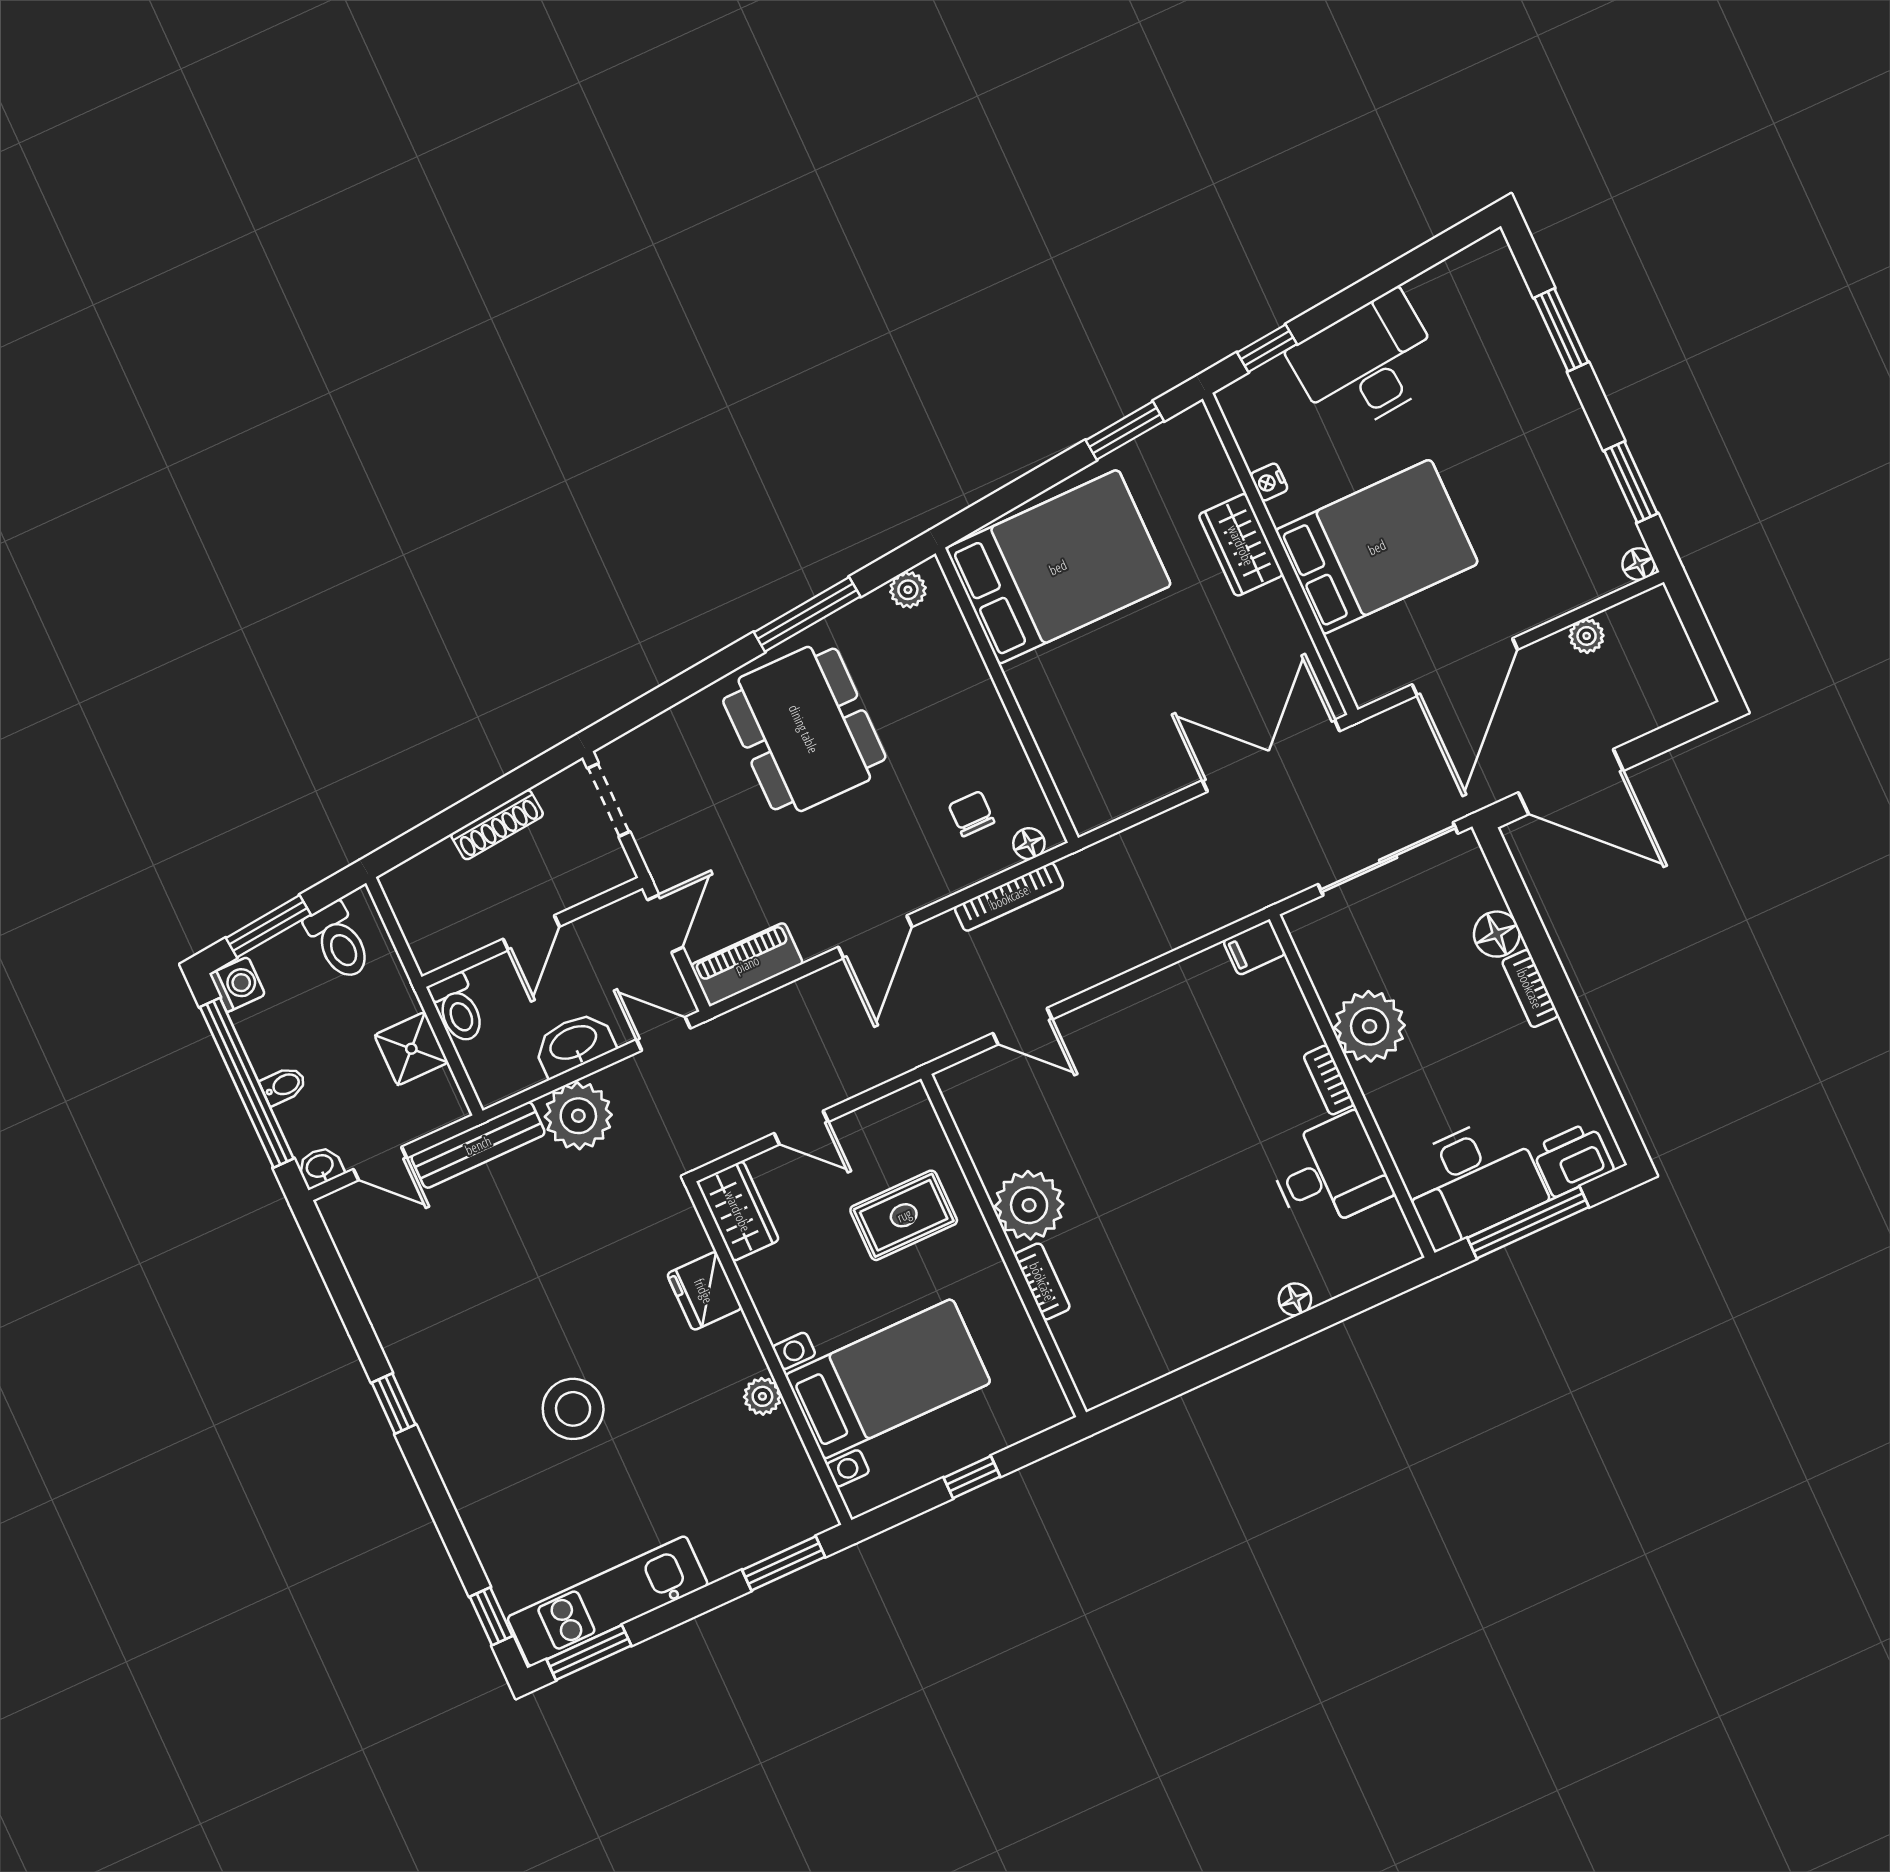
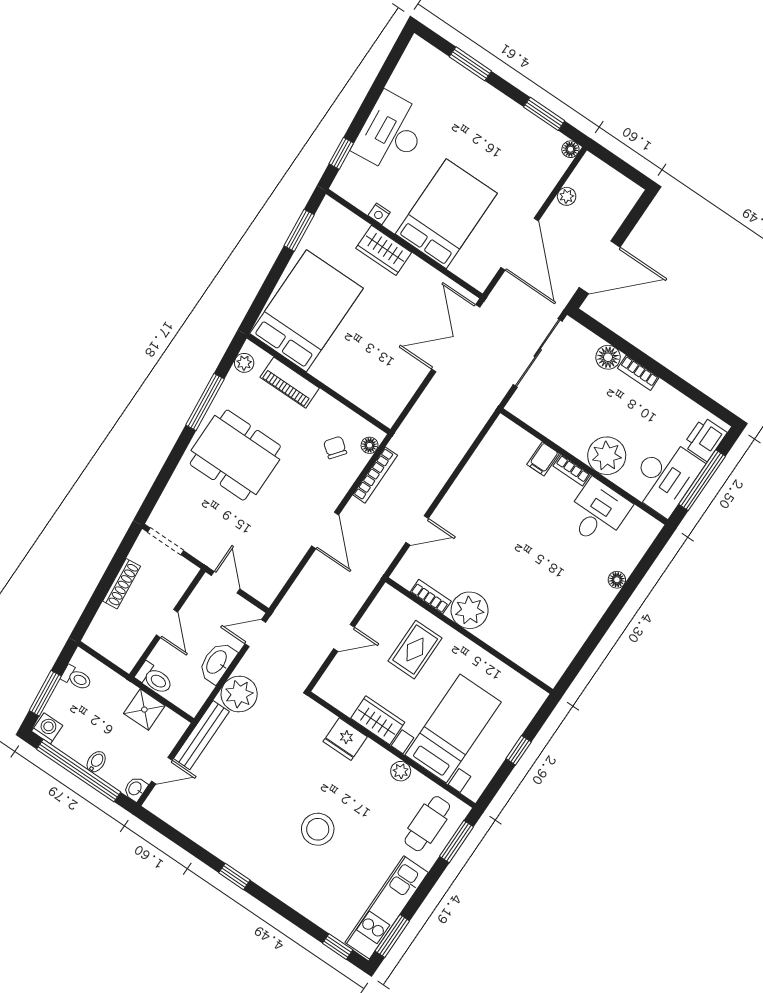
chair: (972, 814) -> (335, 448), turned 38
toilet: (338, 941) -> (77, 678), width x0.73, depth x0.72
filing cabinet: (1254, 947) -> (543, 459), moved
piano: (747, 964) -> (290, 383), moved, turned -90
plant: (1370, 1026) -> (607, 456), moved
wardrobe: (738, 1211) -> (378, 720), moved
bookcase: (1042, 1281) -> (431, 597), moved
cafe table: (754, 1506) -> (427, 824), added

